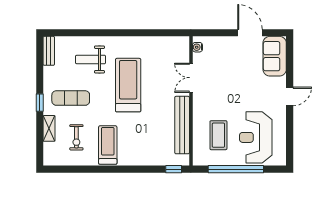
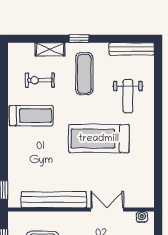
bench: (49, 51) -> (132, 49), width x1.36
weight bench: (91, 59) -> (128, 96), turned 180
treadmill: (128, 85) -> (99, 139), turned 180

